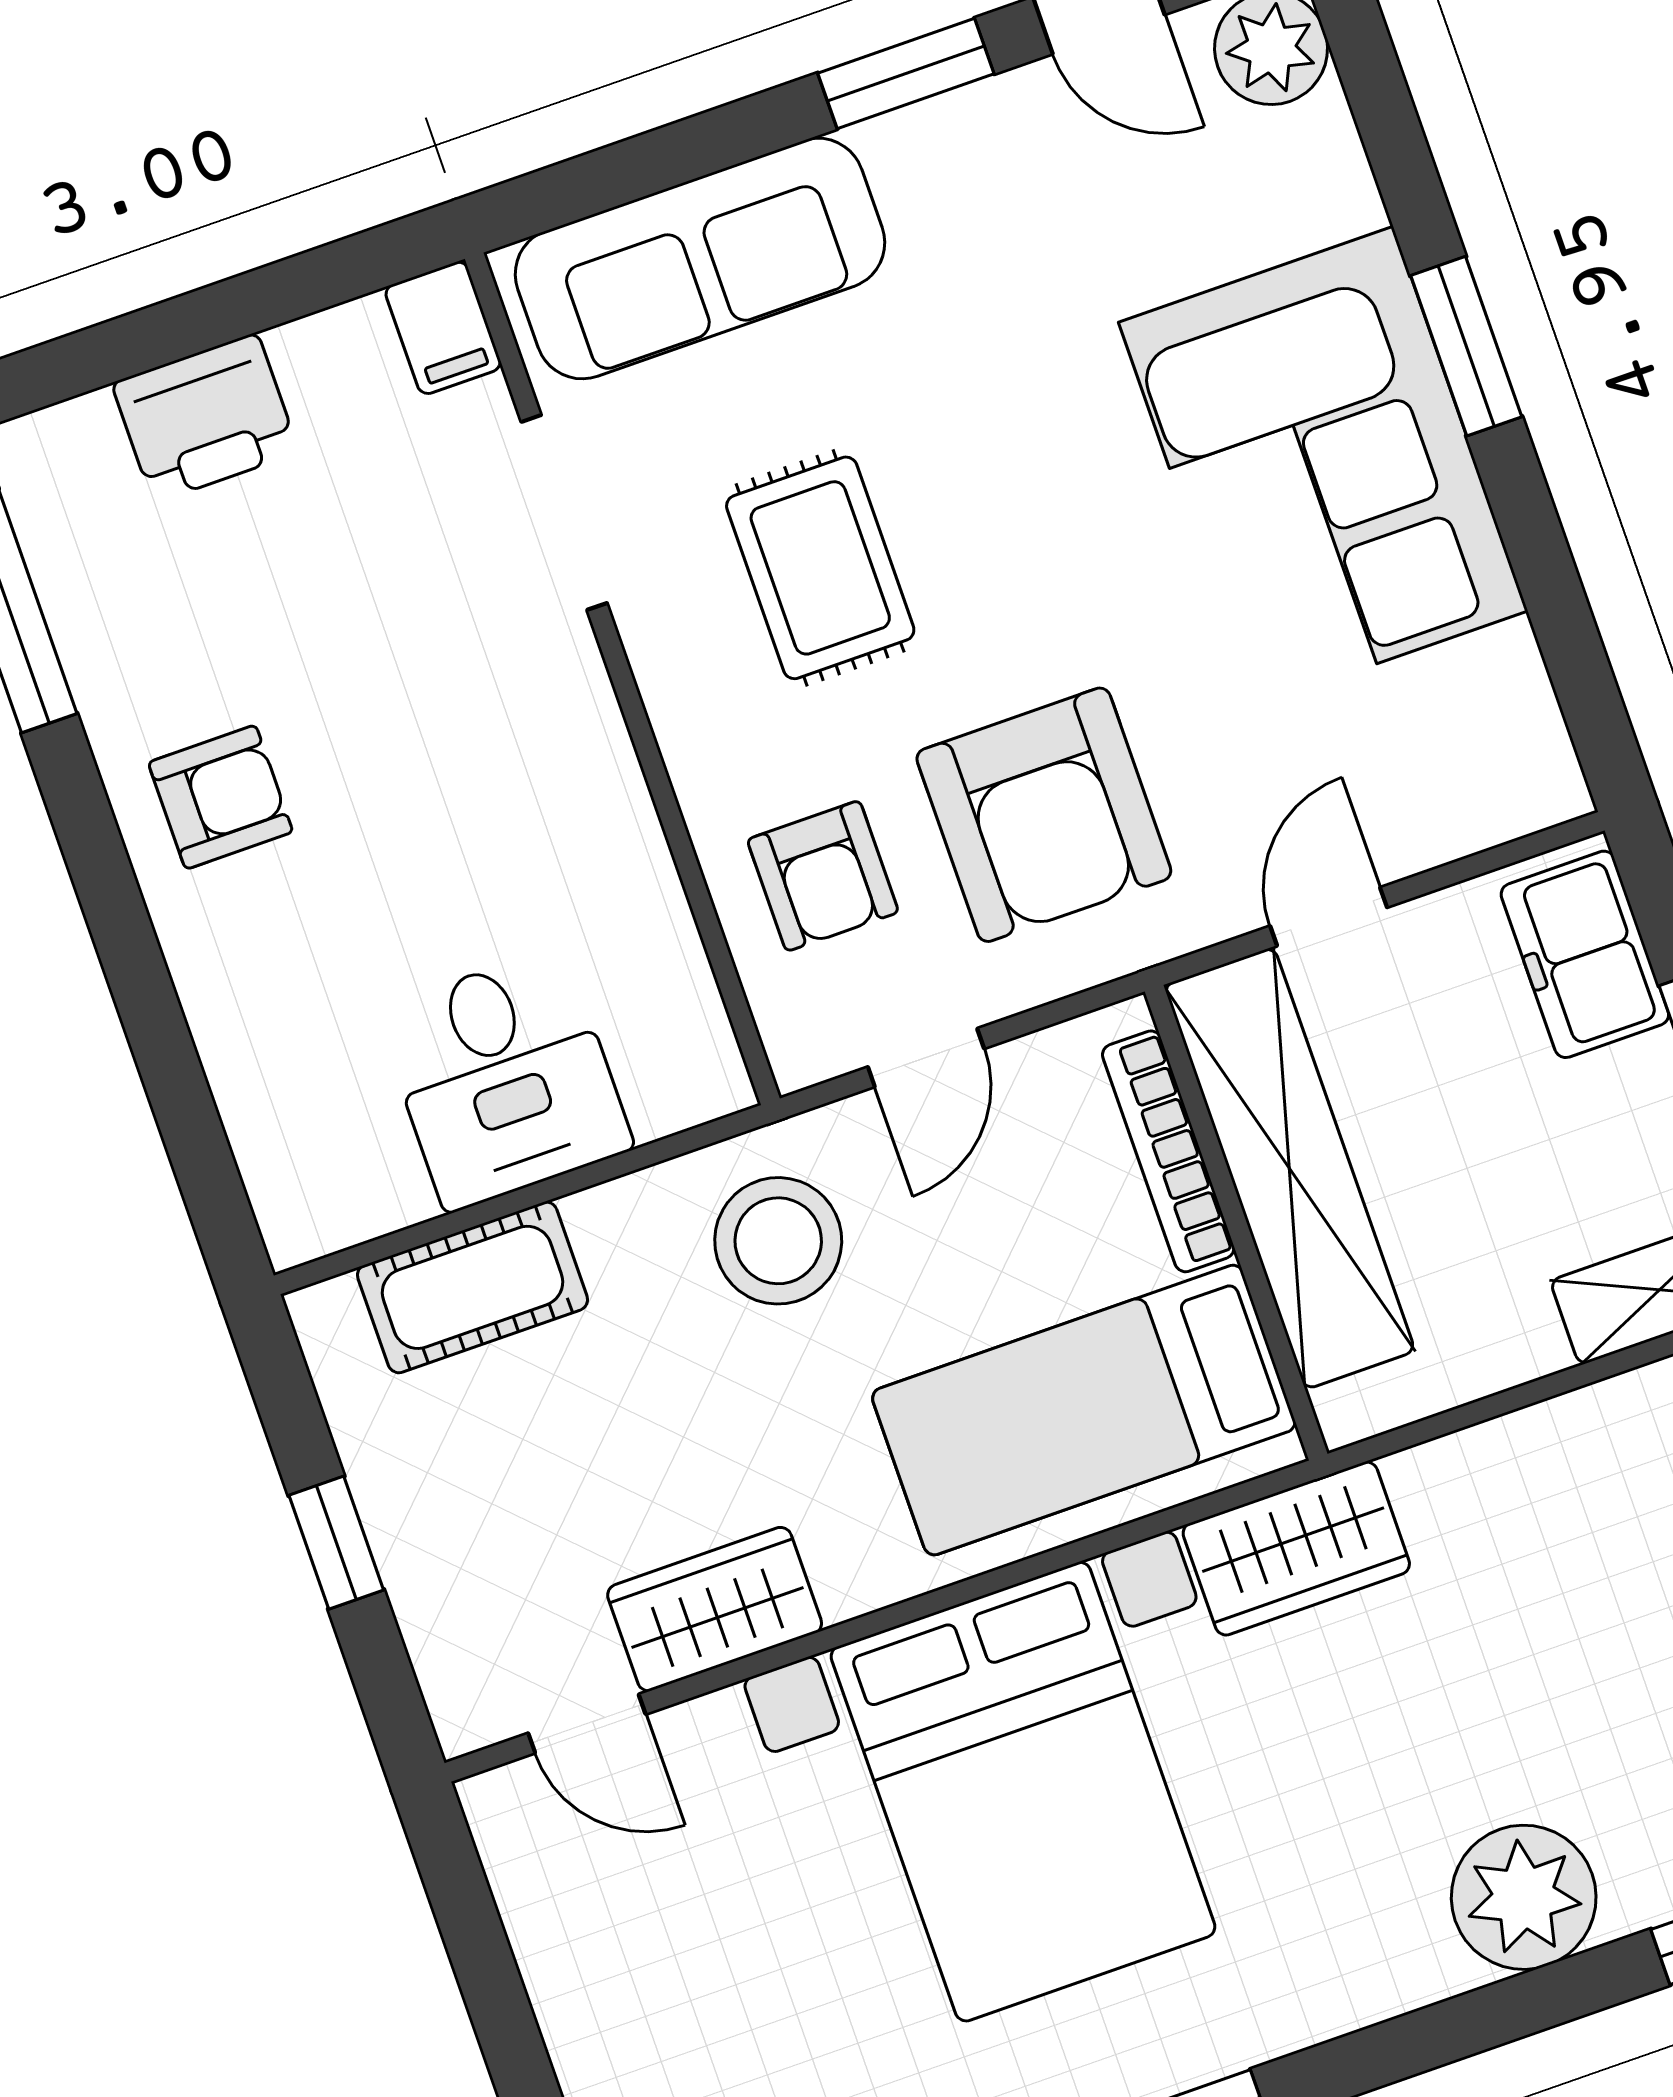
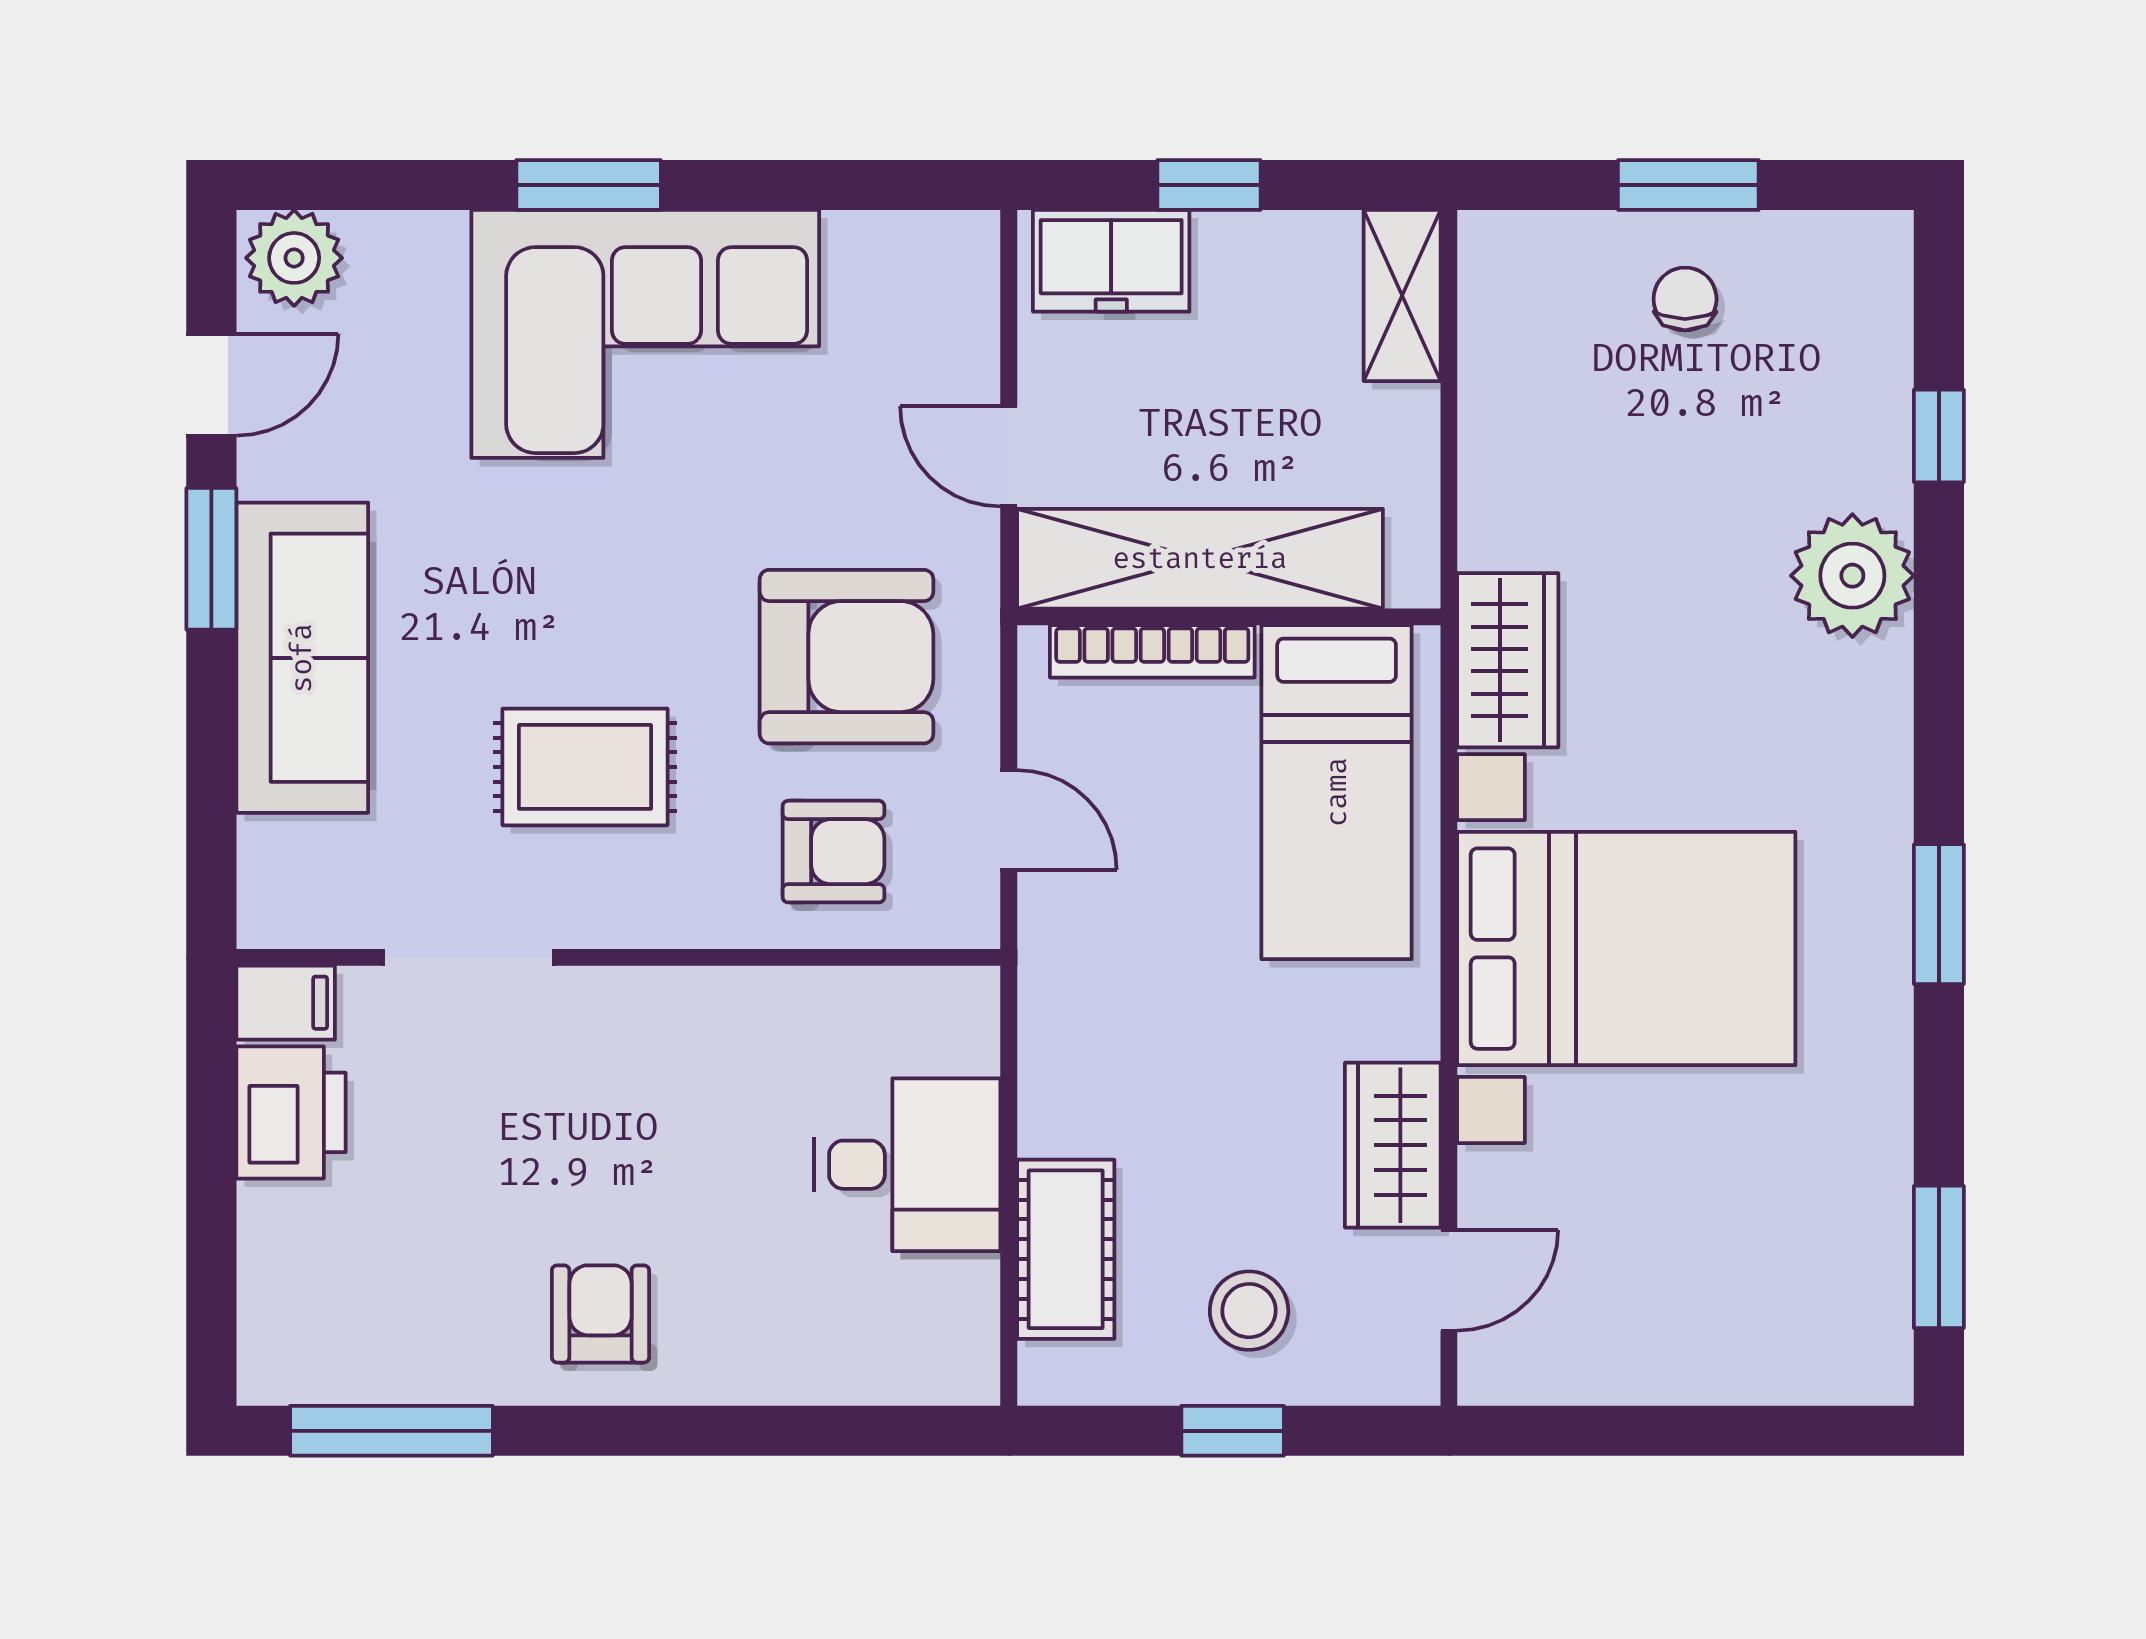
sofa: (700, 258) -> (302, 658), moved
printer: (205, 418) -> (291, 1112), moved
stool: (778, 1241) -> (1249, 1311), moved, width x0.73, depth x0.73

